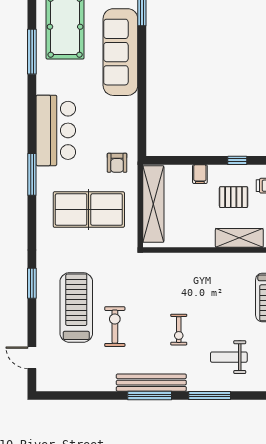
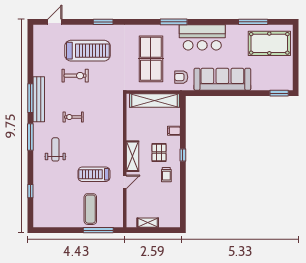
sofa: (120, 52) -> (222, 79), moved

